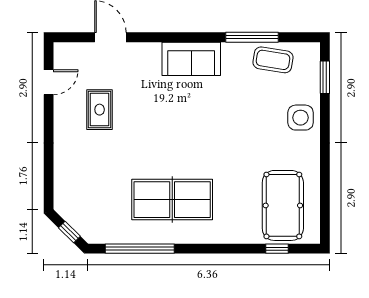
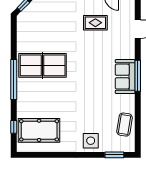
window: (252, 37) -> (138, 76), moved
table tennis table: (172, 200) -> (43, 65), turned 90
window: (140, 249) -> (14, 80), moved

